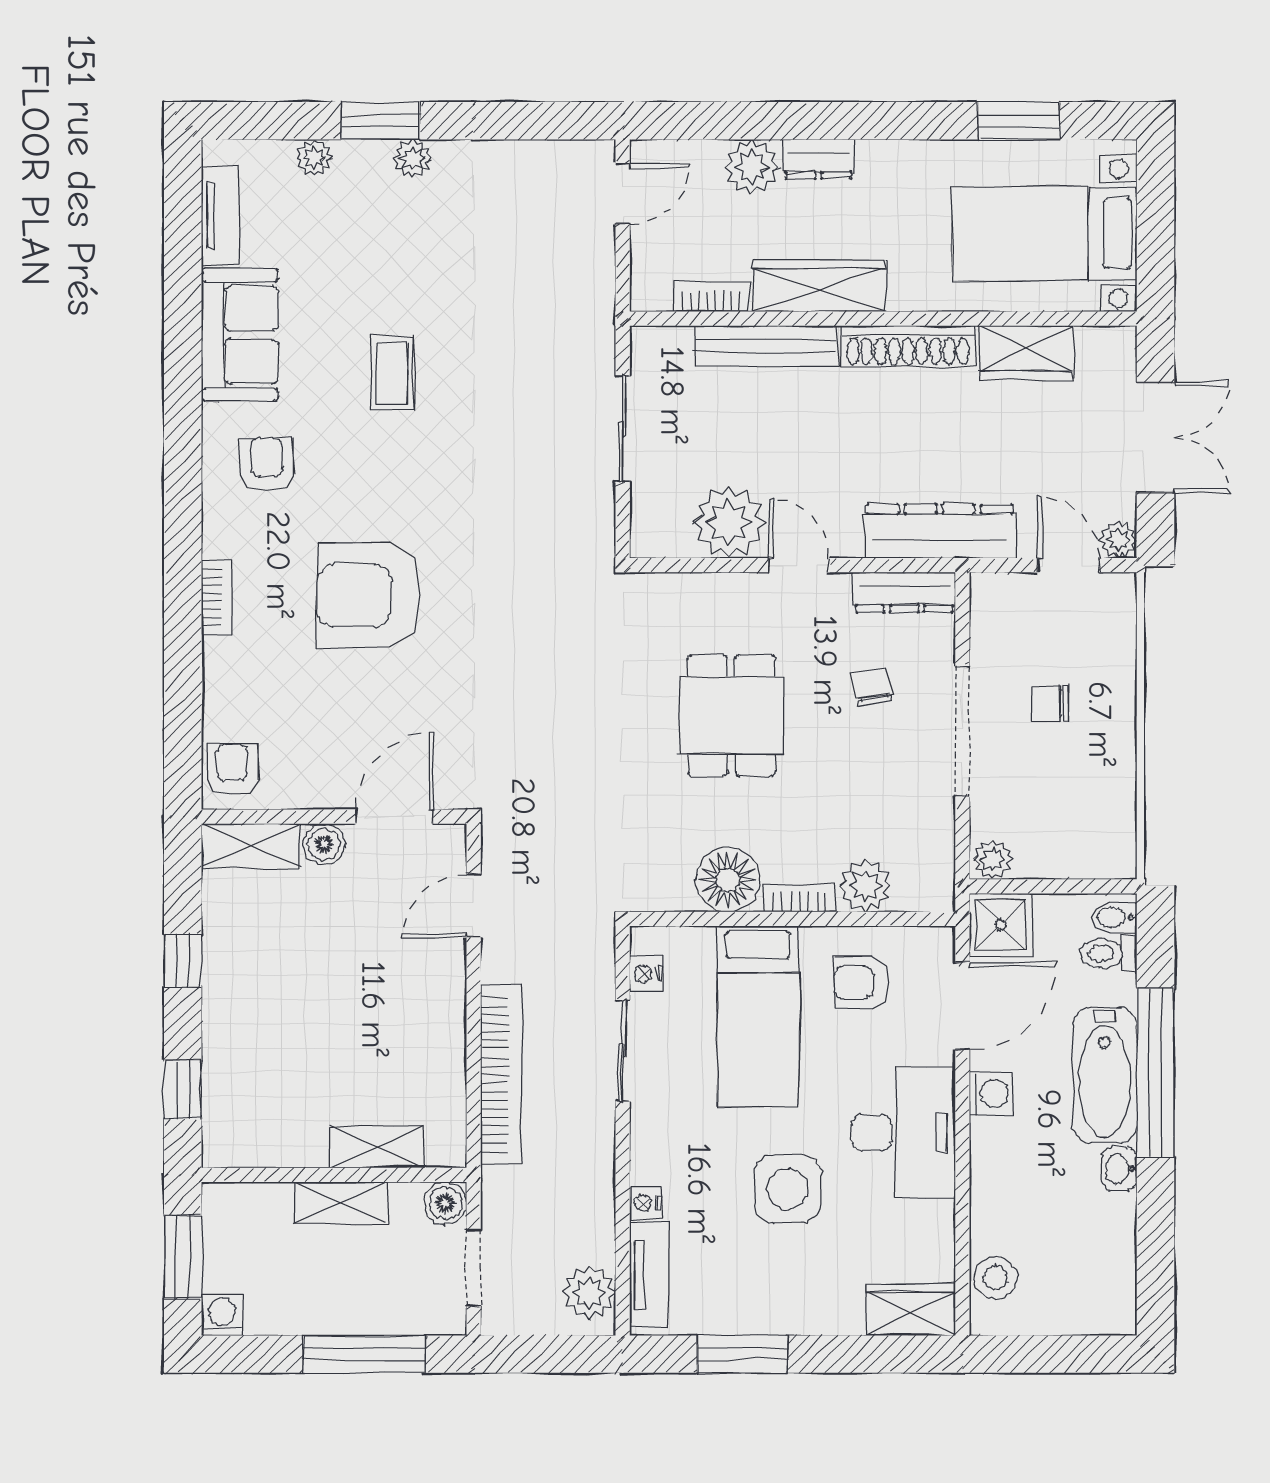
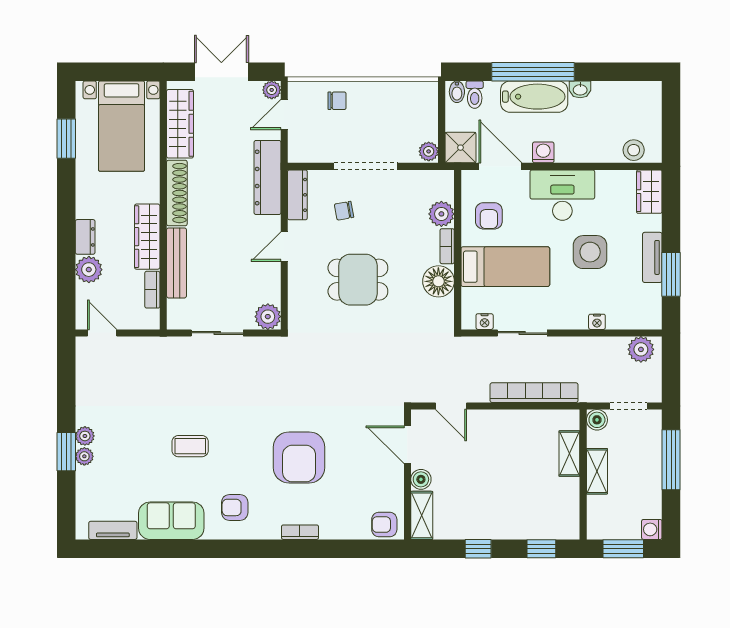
plant: (314, 158) -> (84, 456), moved
wardrobe: (1026, 353) -> (180, 124), width x1.50
plant: (729, 522) -> (268, 317), moved, width x0.73, depth x0.73
chair: (1050, 703) -> (337, 101), moved, turned -90
tv unit: (649, 1275) -> (652, 257), moved, turned -90

